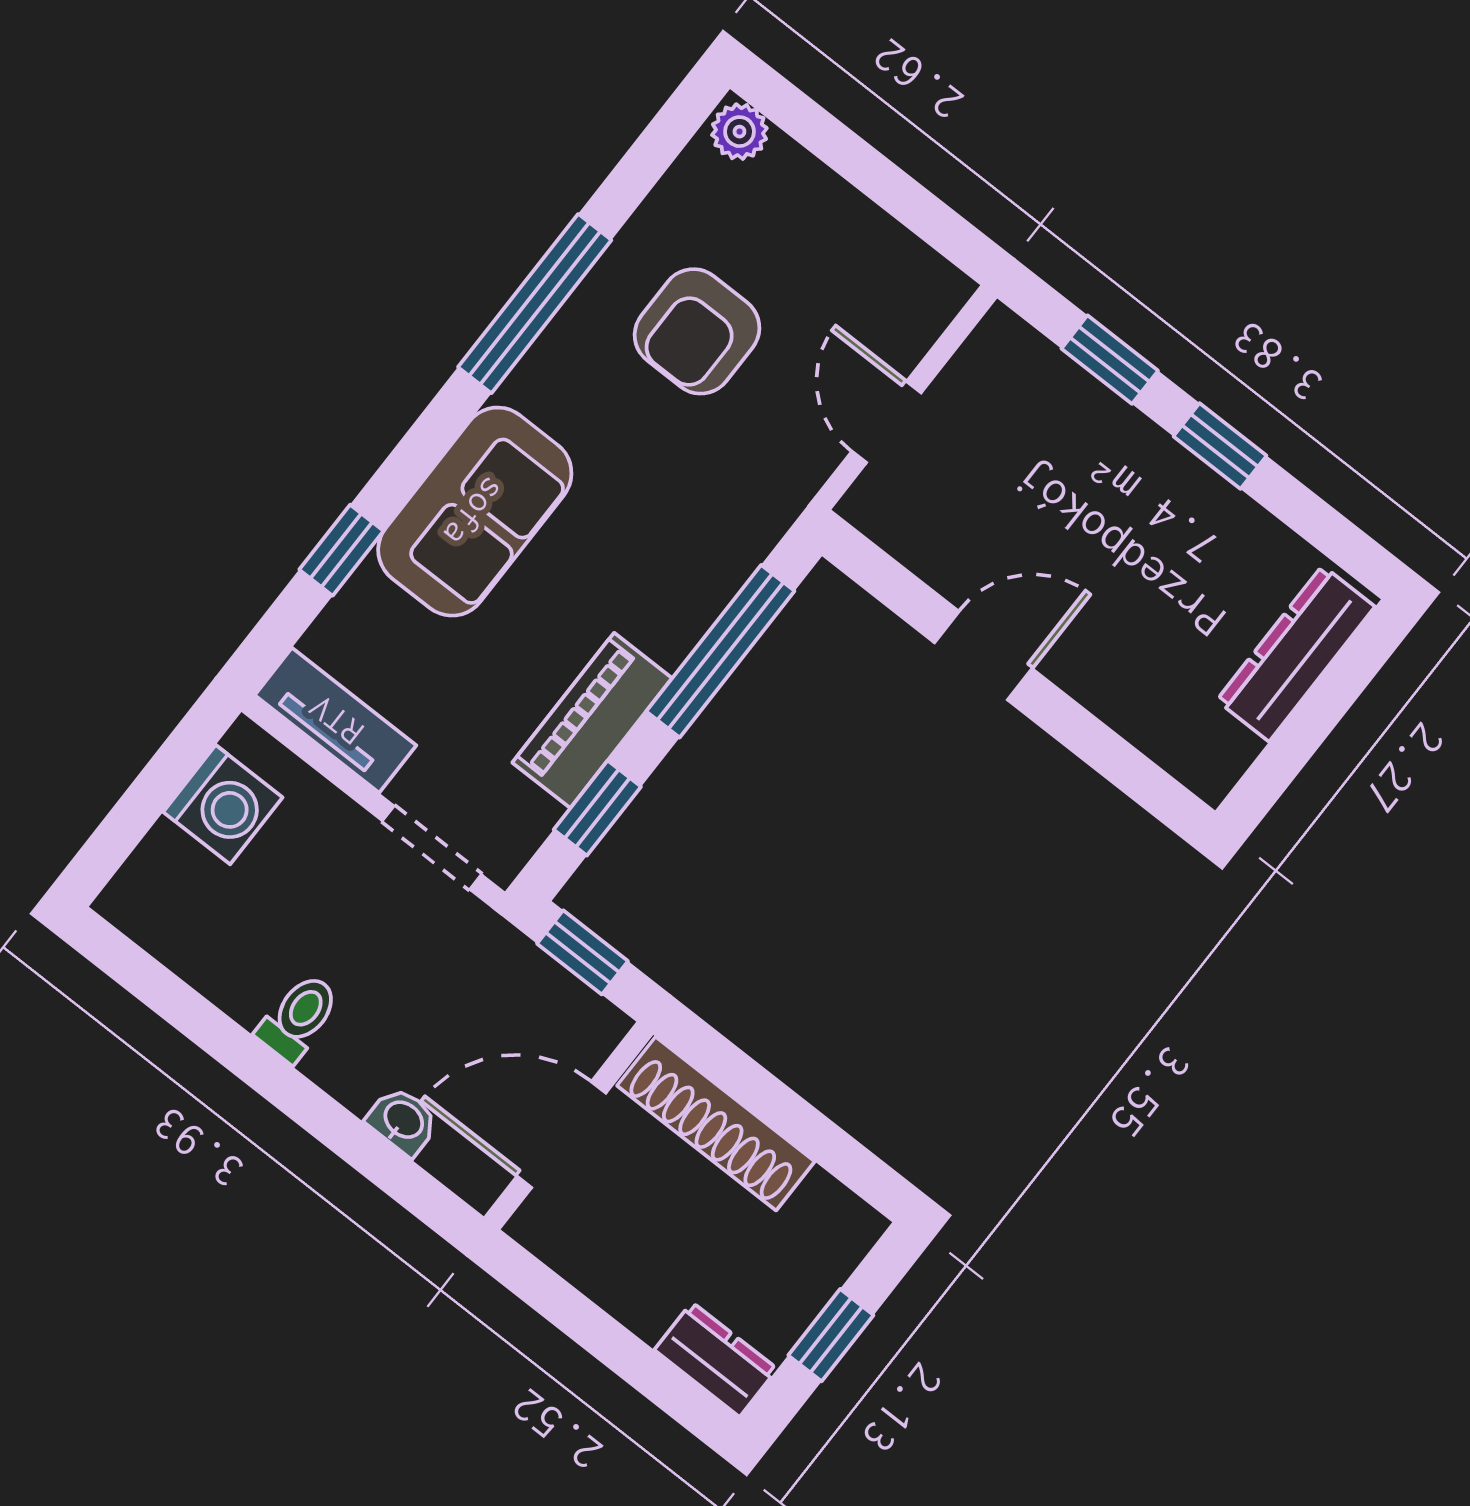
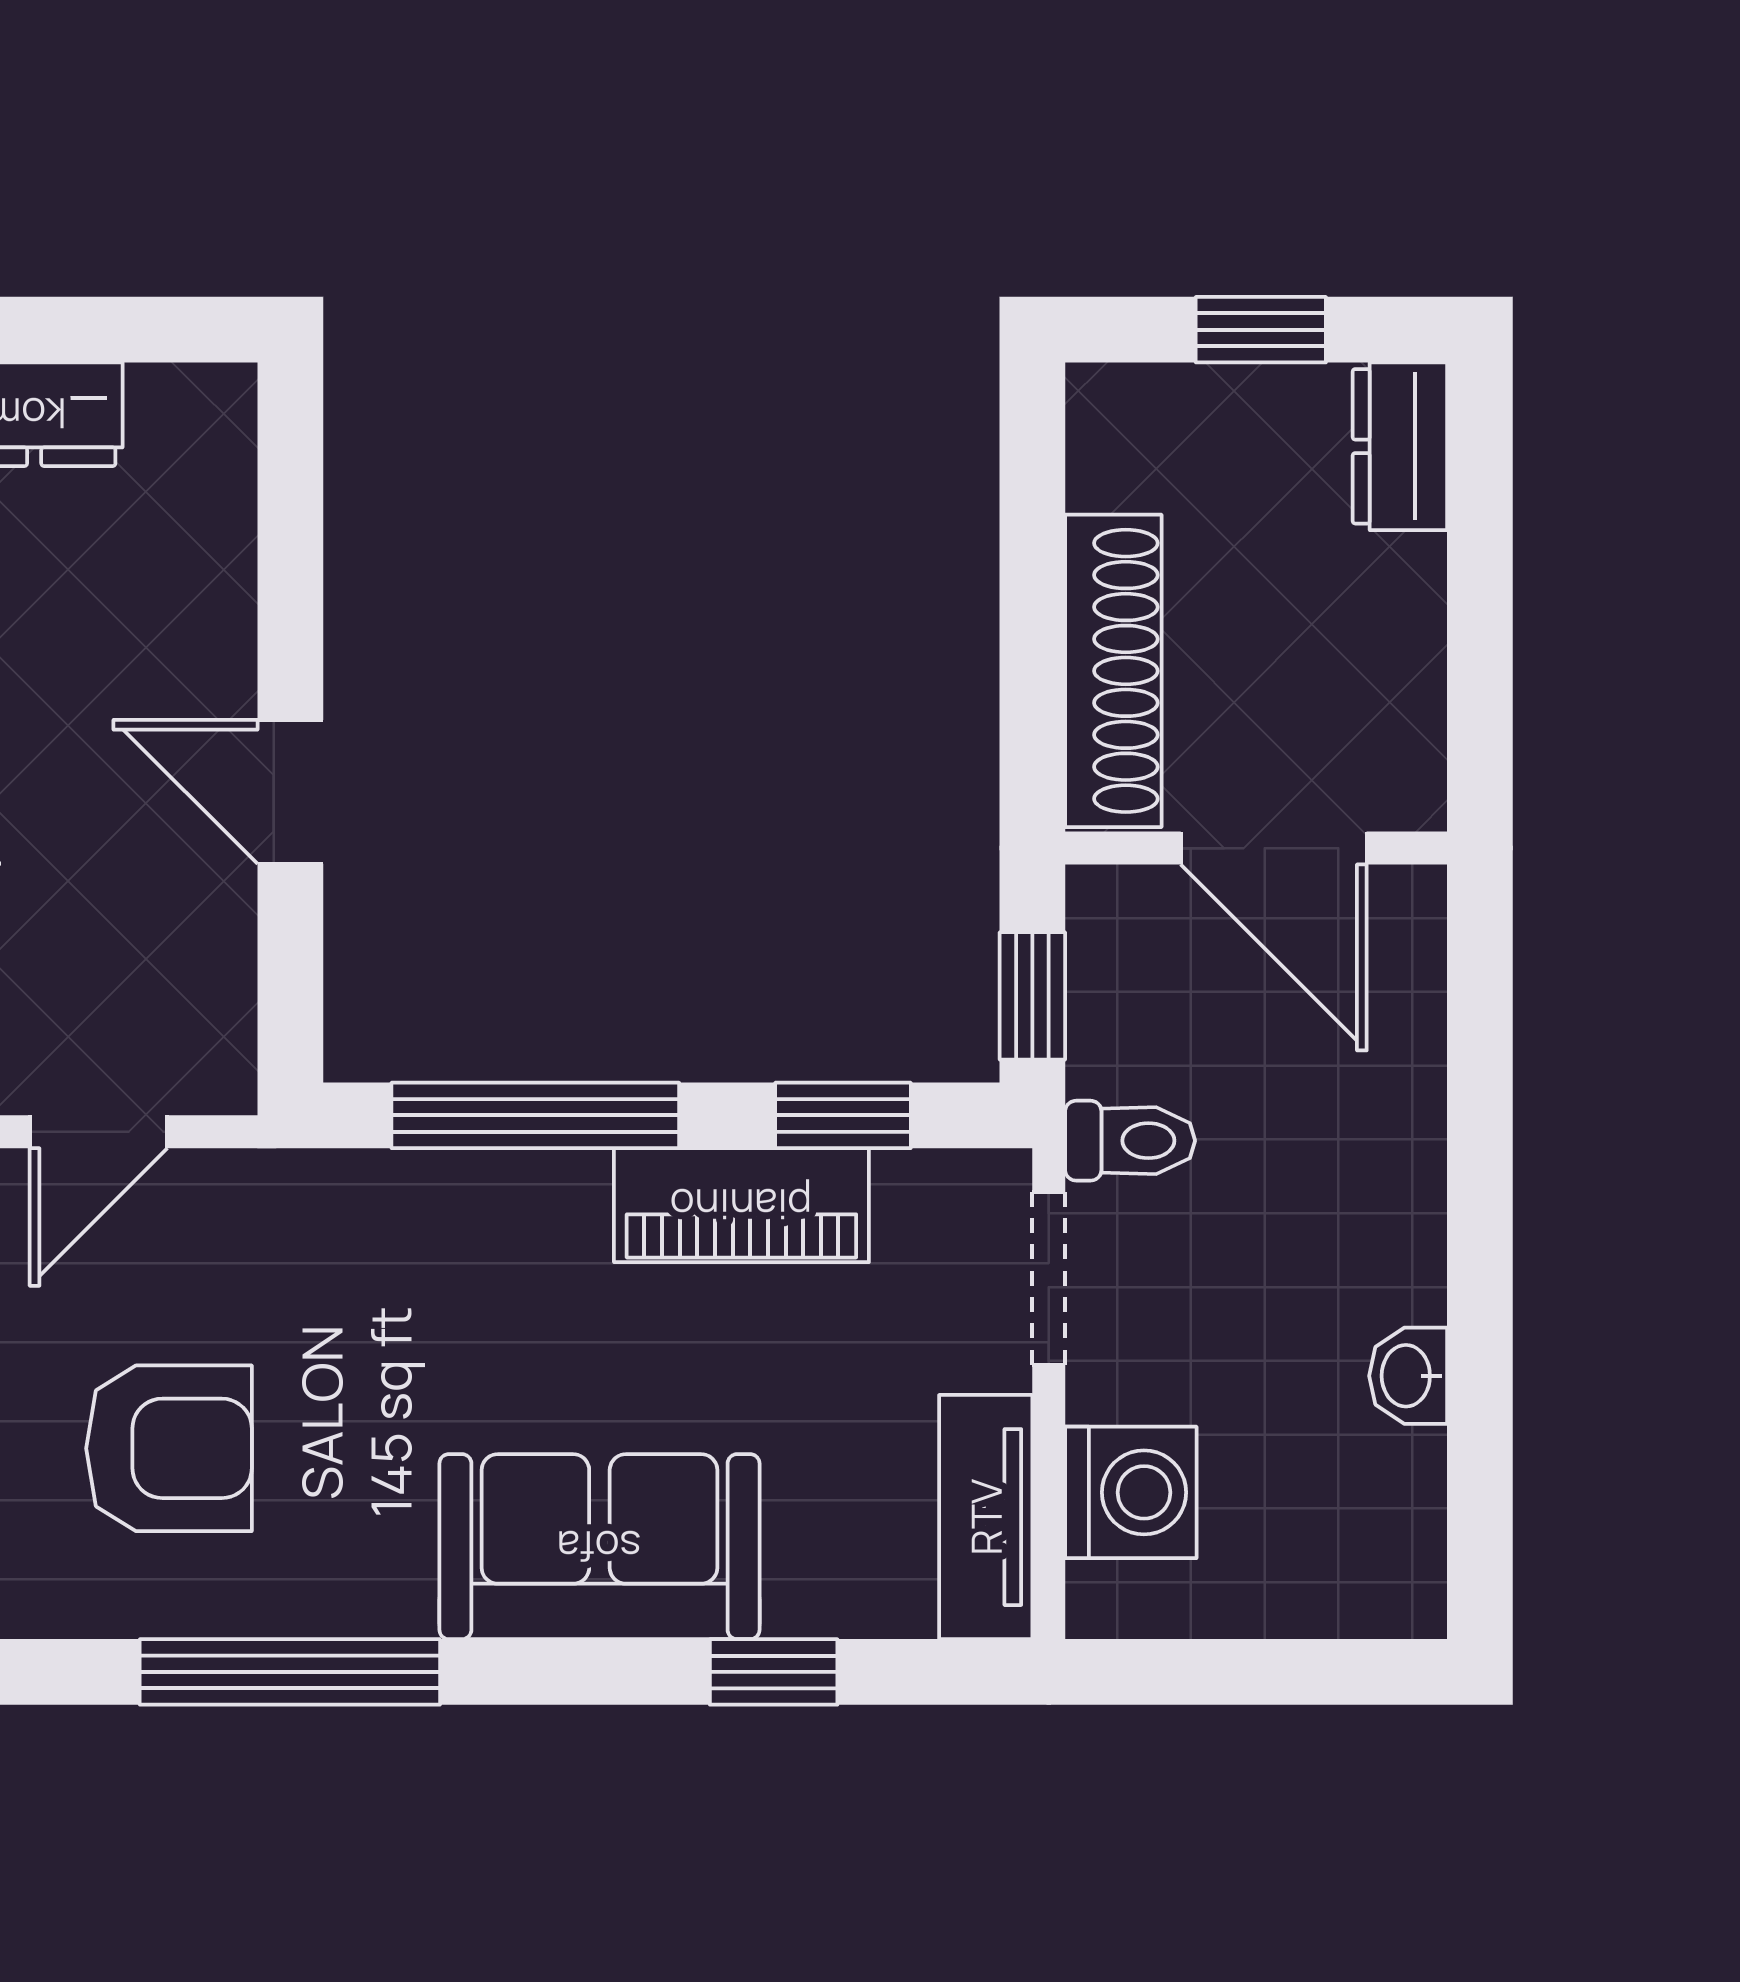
washing machine: (223, 805) -> (1131, 1492), moved, turned 90
toilet: (298, 1018) -> (1130, 1141), moved, turned 180
washbasin: (403, 1121) -> (1408, 1376), moved

